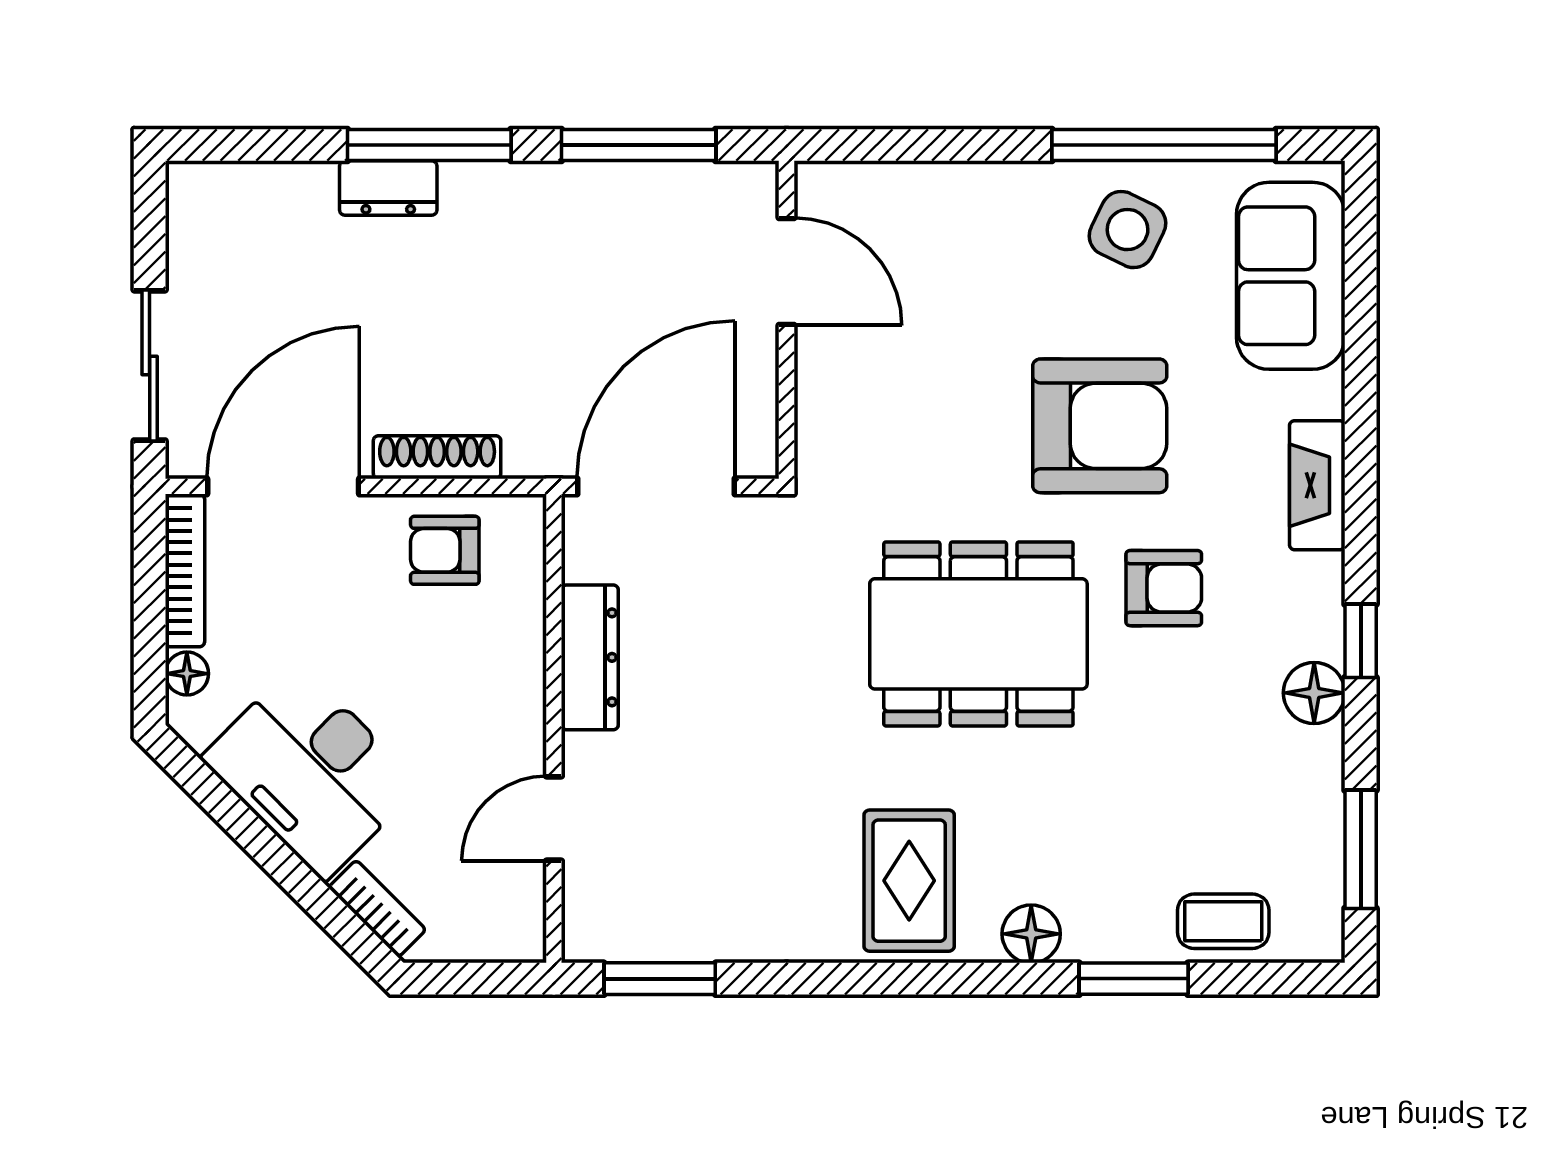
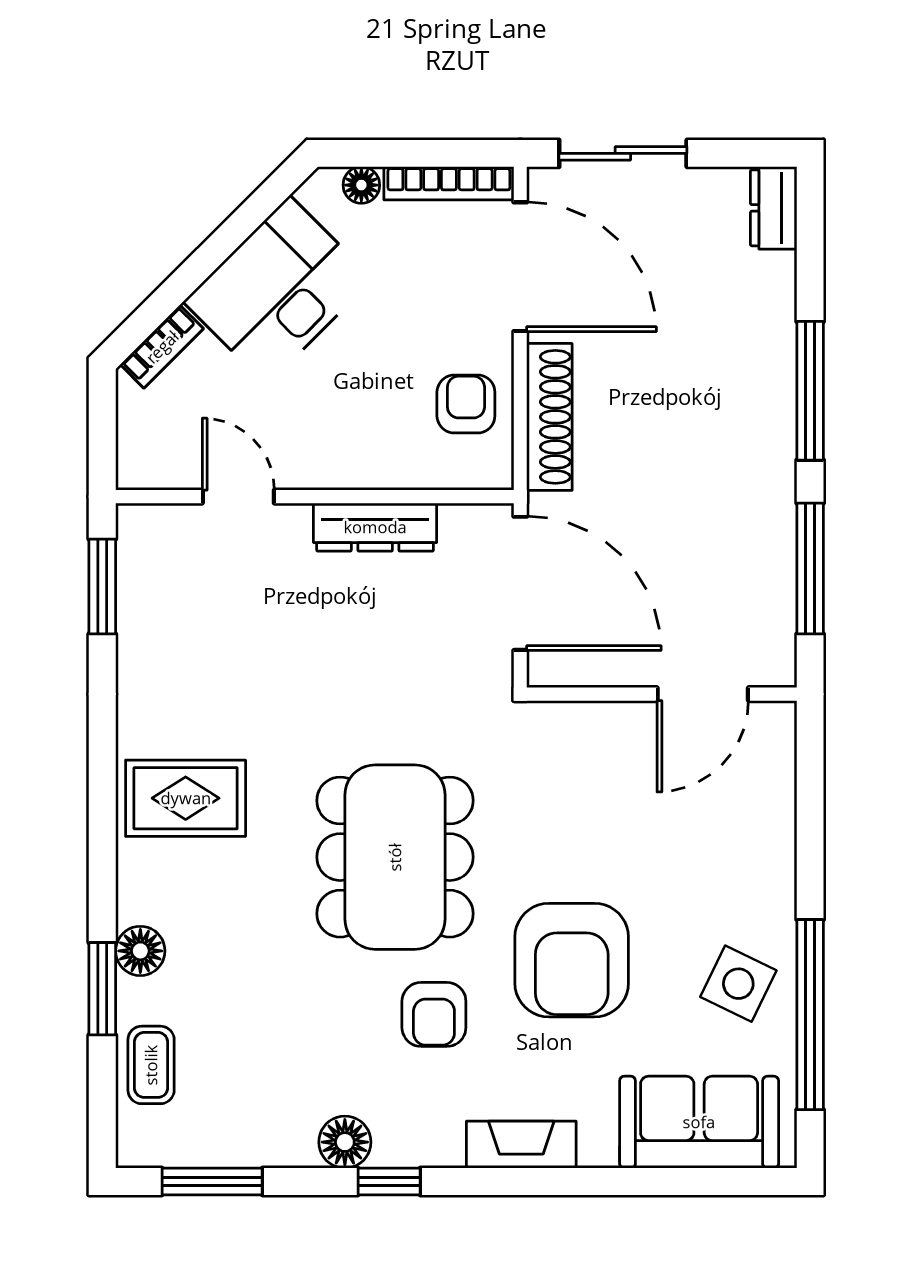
dresser: (388, 188) -> (774, 208), moved
shoe rack: (437, 457) -> (549, 417), width x1.36, depth x1.24
floor lamp: (1031, 934) -> (140, 951), moved

